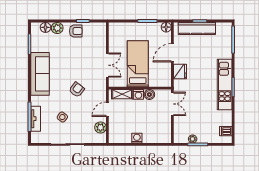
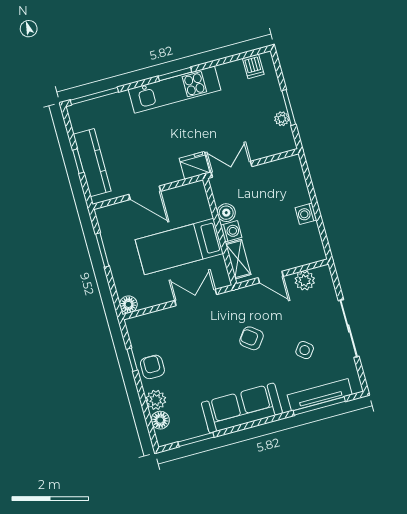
floor lamp: (166, 27) -> (128, 304), moved
fridge: (180, 71) -> (194, 165), moved
tv unit: (36, 119) -> (320, 395), width x1.41

